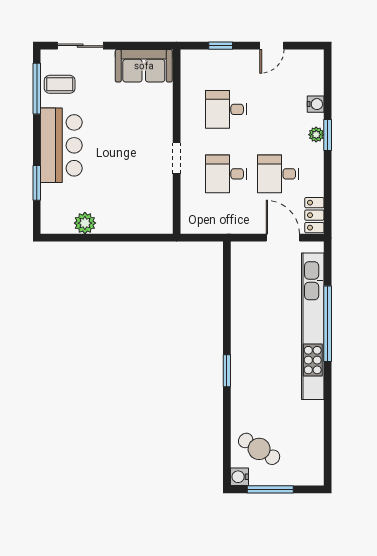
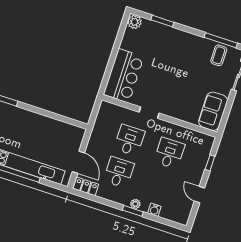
bar counter: (61, 145) -> (124, 76), moved, turned -90
plant: (85, 223) -> (135, 22), moved
door: (283, 238) -> (78, 162), hinge flipped

